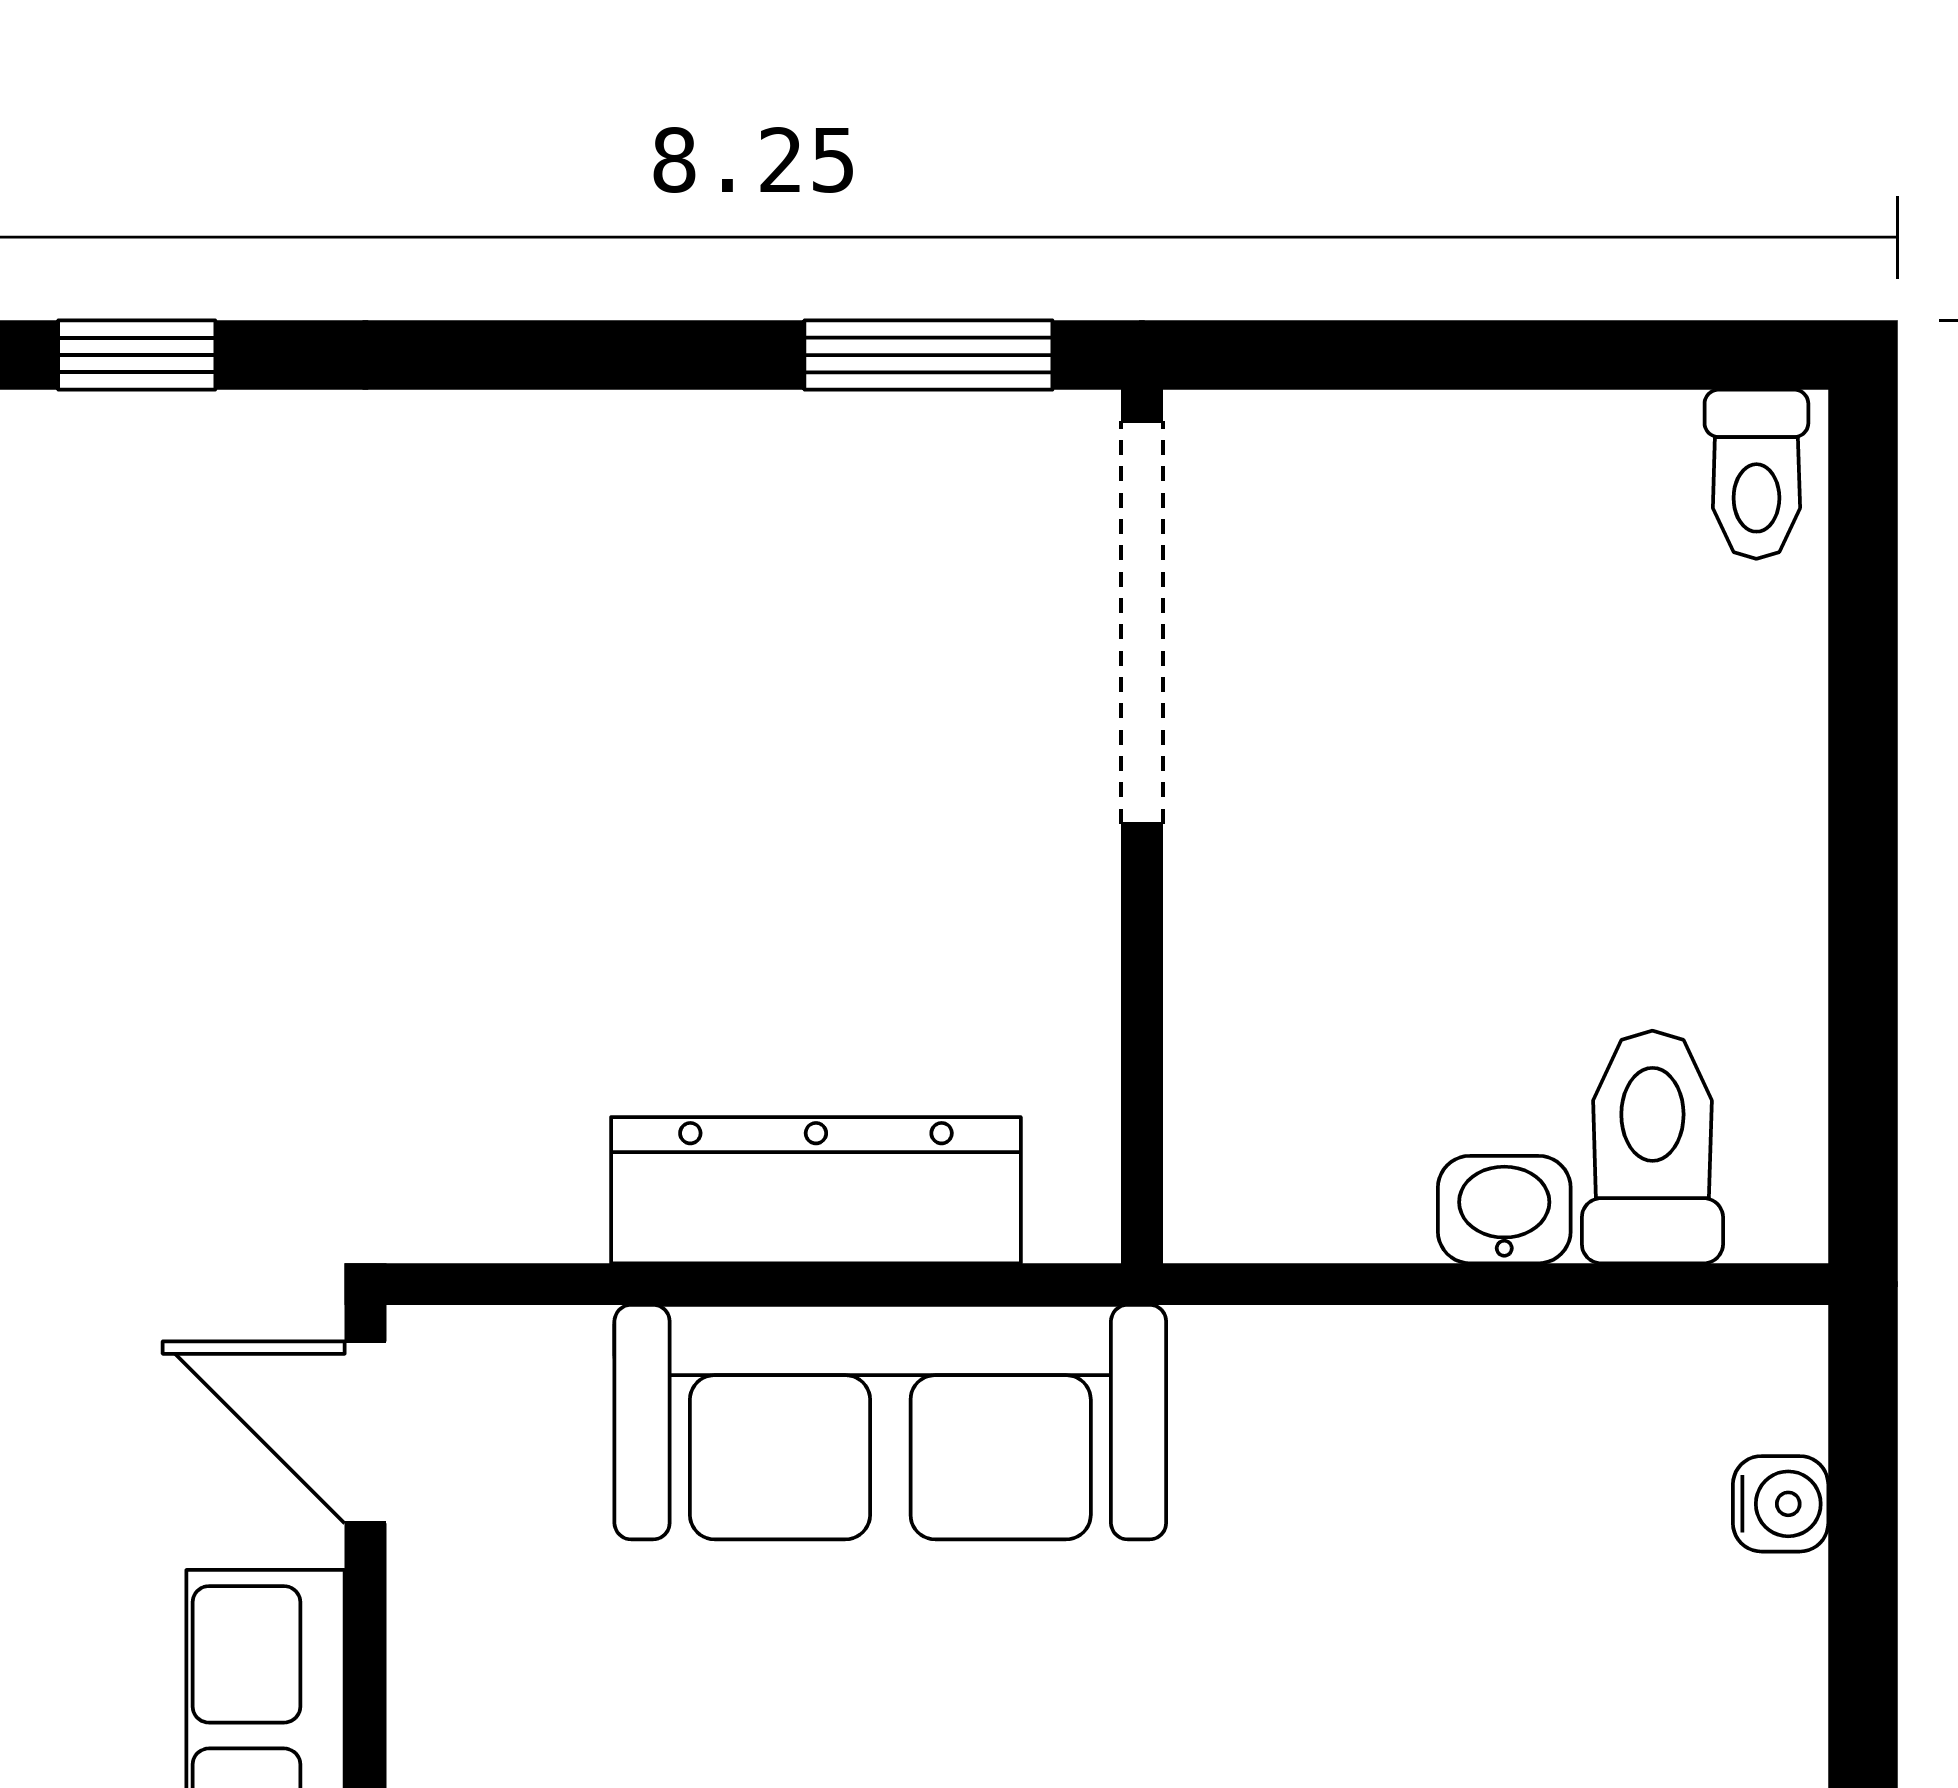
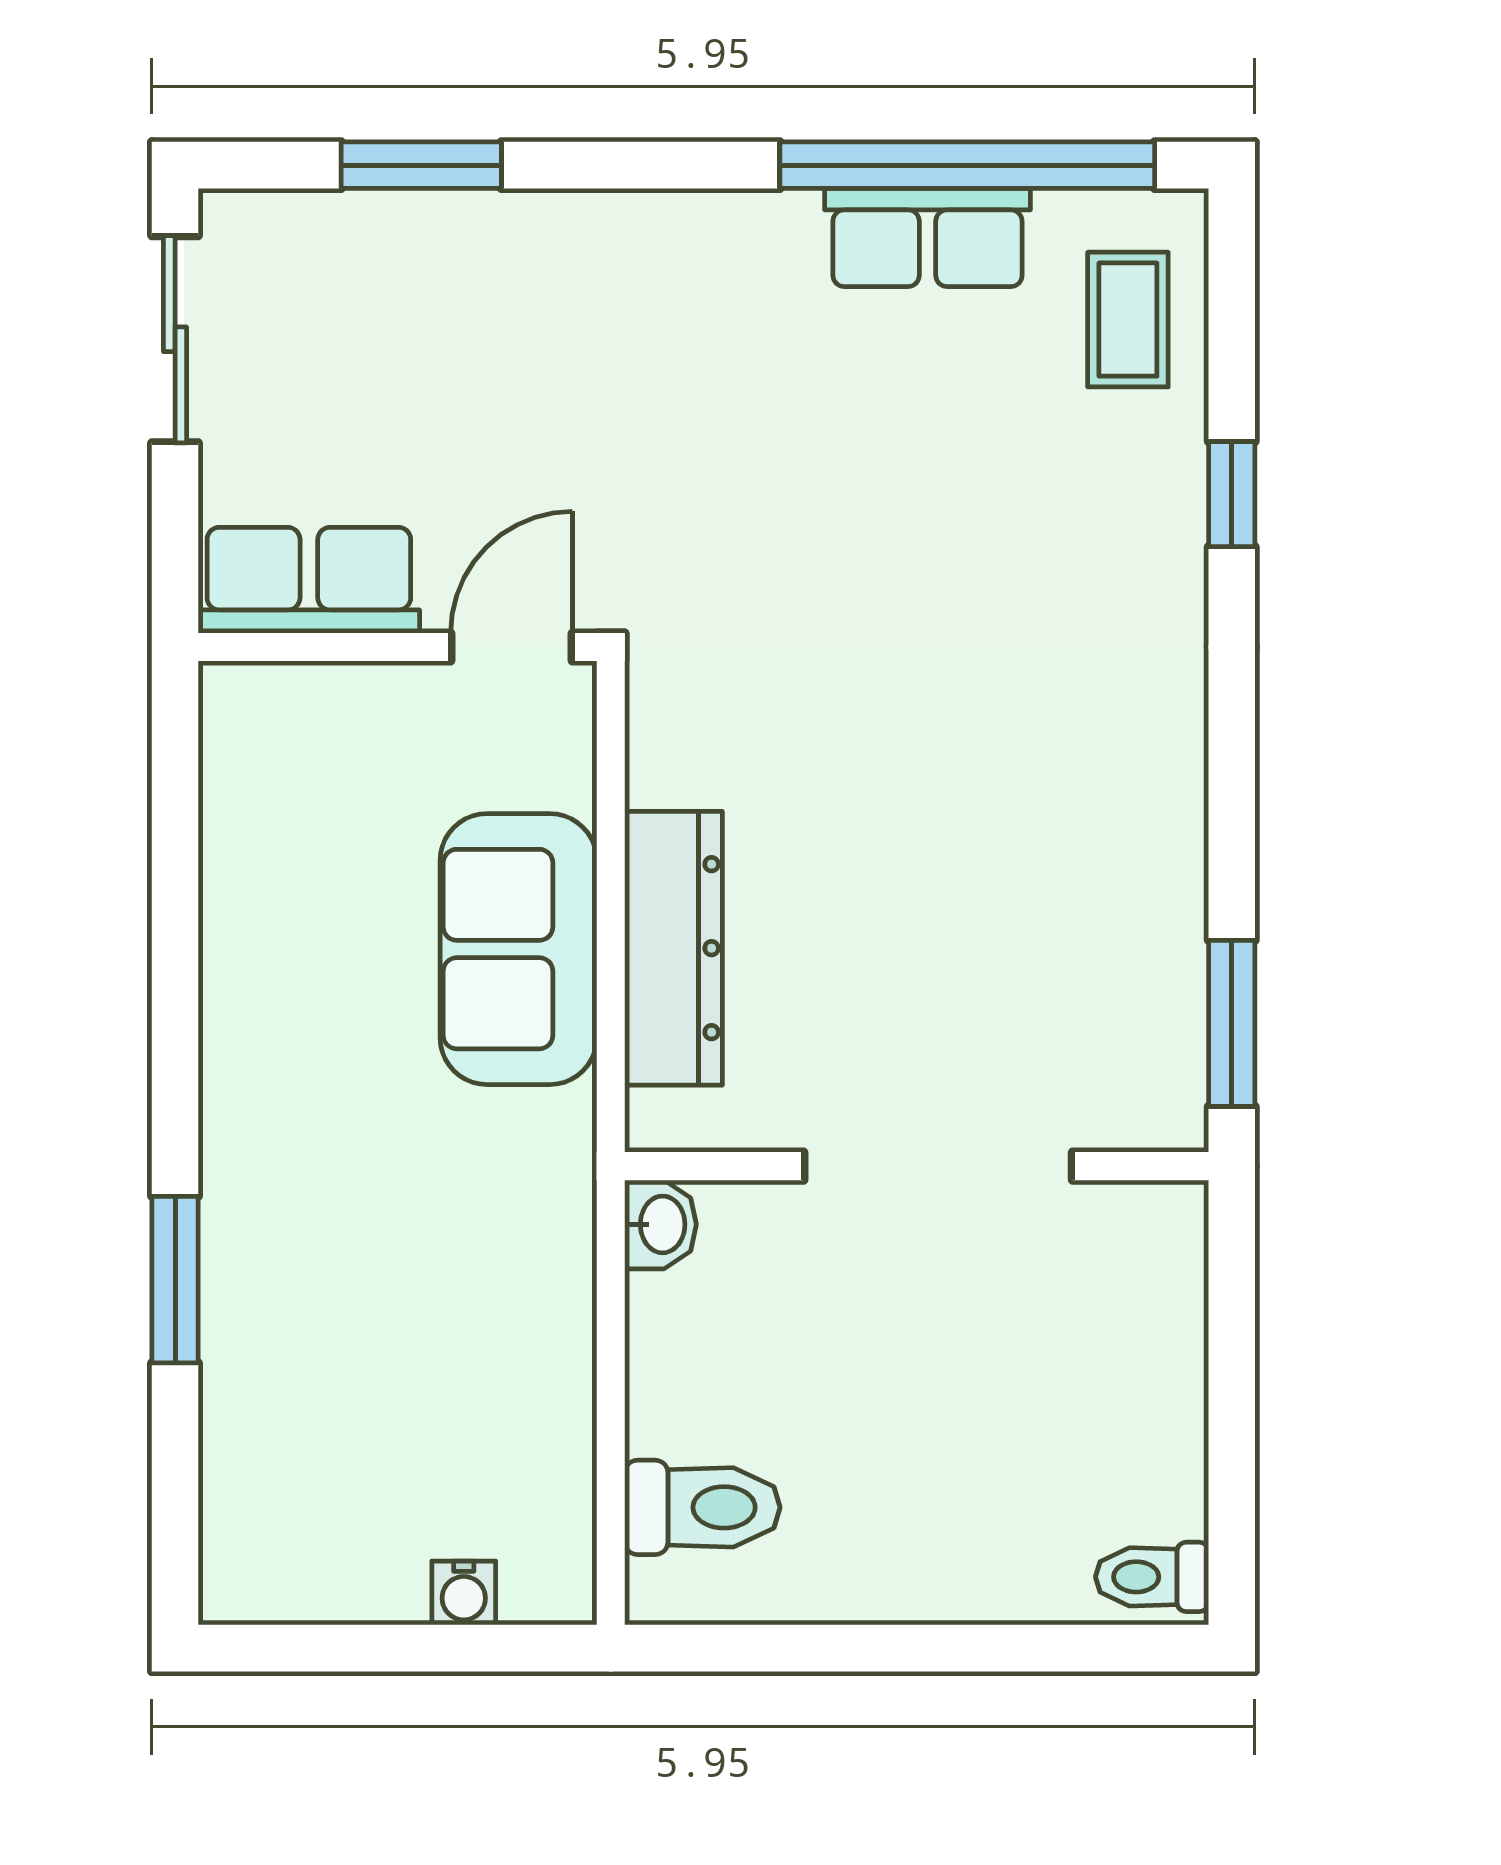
doorway: (1142, 623) -> (938, 1166), moved
washbasin: (1504, 1210) -> (660, 1224), moved
sofa: (890, 1422) -> (518, 949), width x0.73

